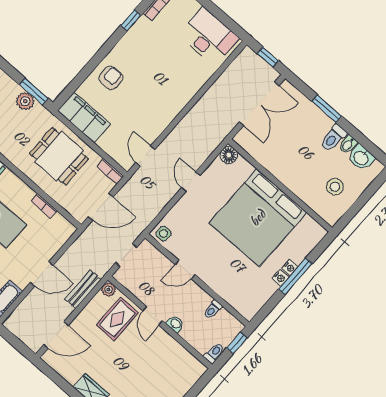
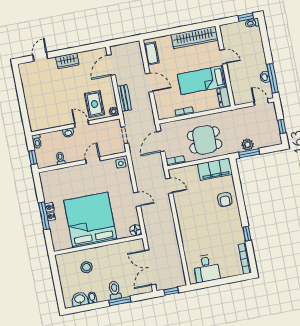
desk: (209, 36) -> (206, 268), width x0.73
toilet: (333, 138) -> (115, 290), moved
stool: (335, 187) -> (87, 267), moved
door: (42, 274) -> (149, 83), swing flipped

